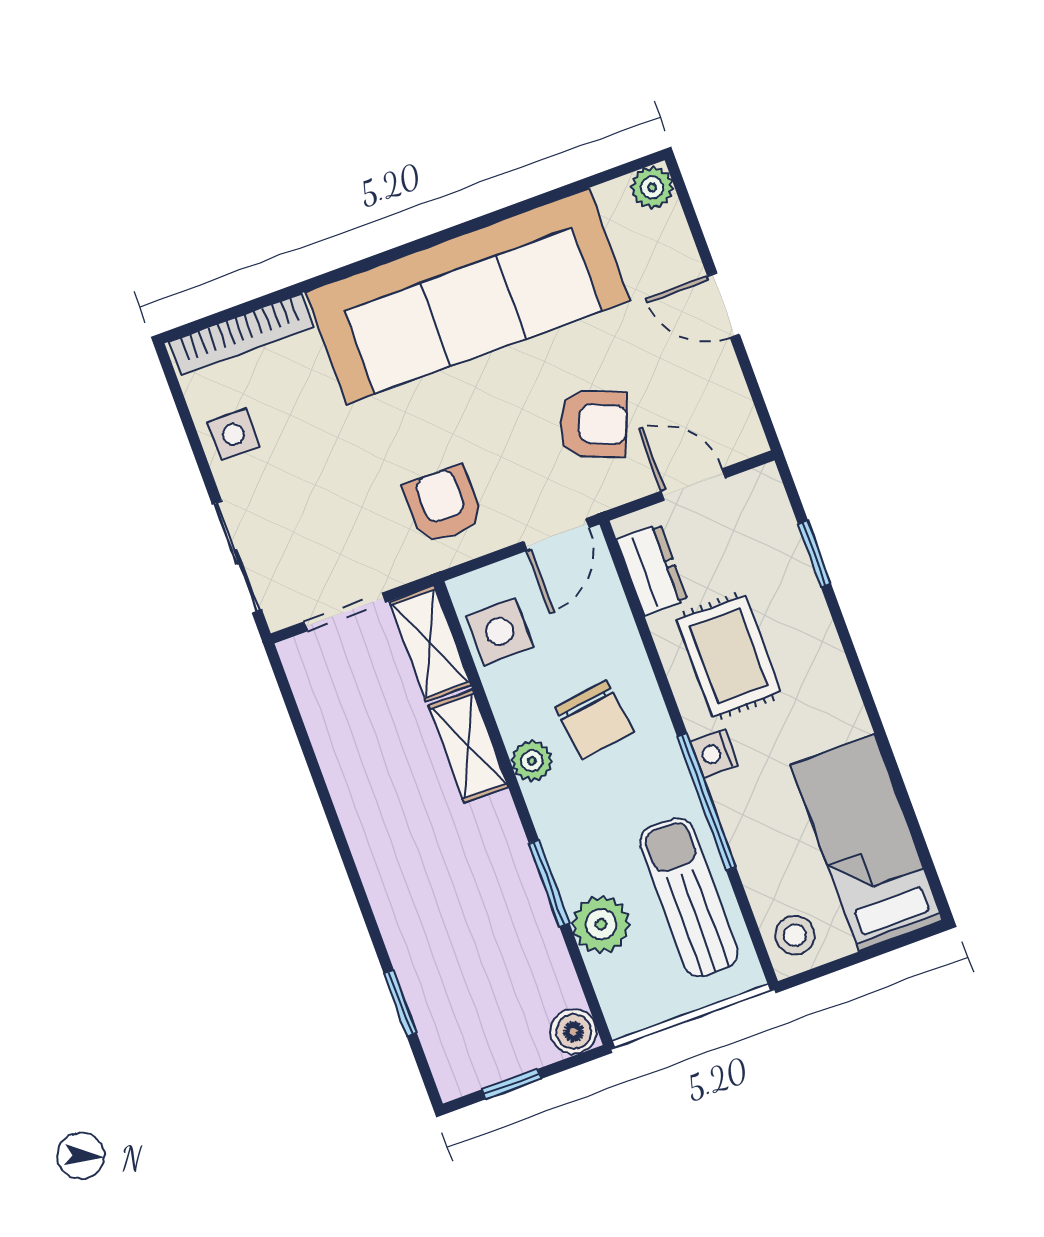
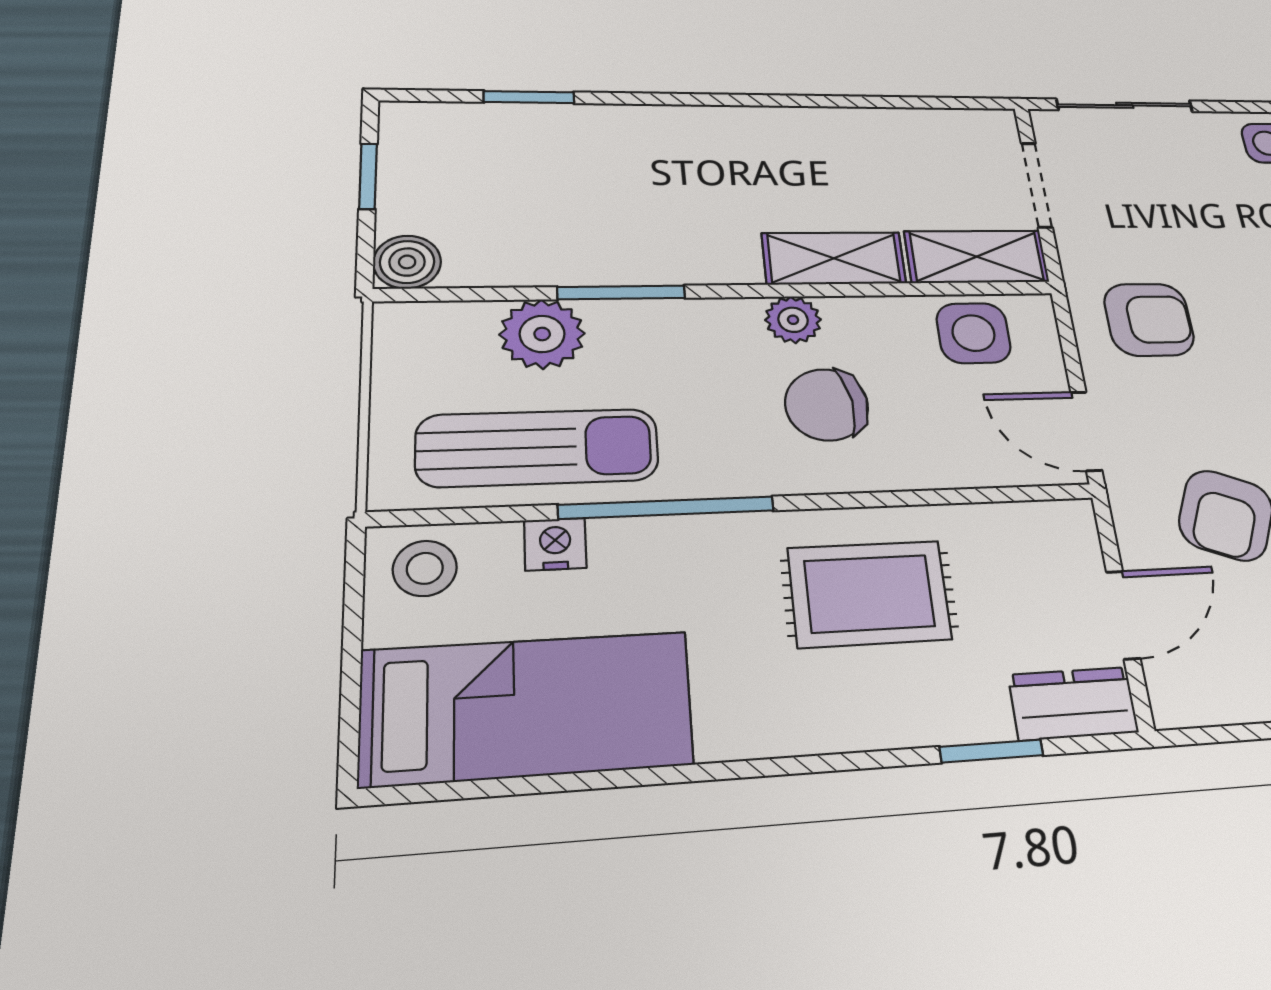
dresser: (652, 570) -> (1073, 704), moved, turned 180
nightstand: (714, 753) -> (555, 544), moved

